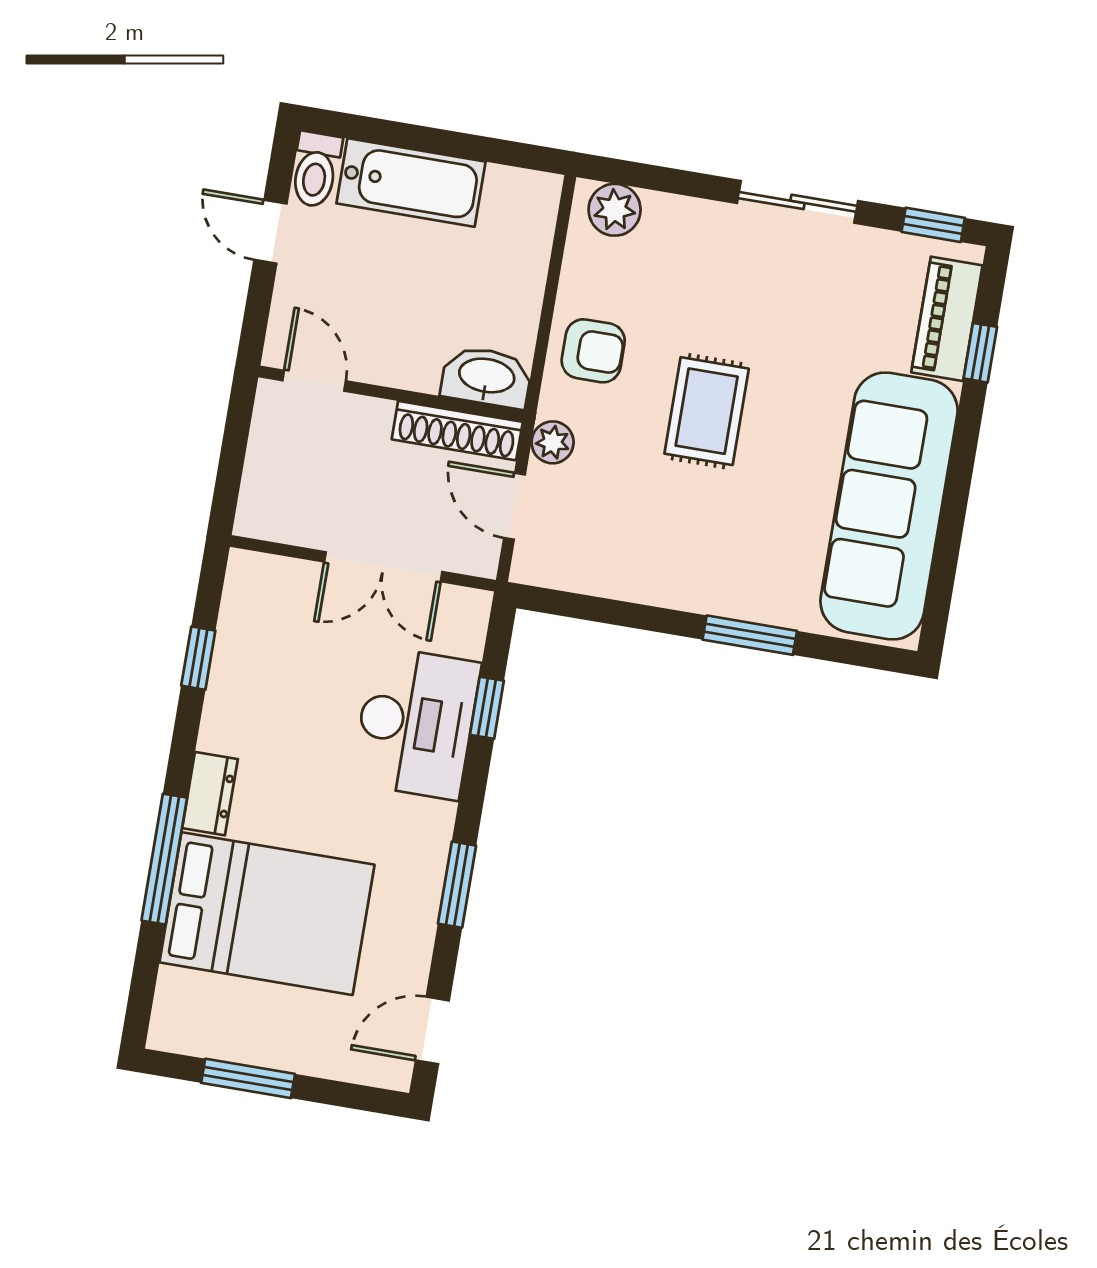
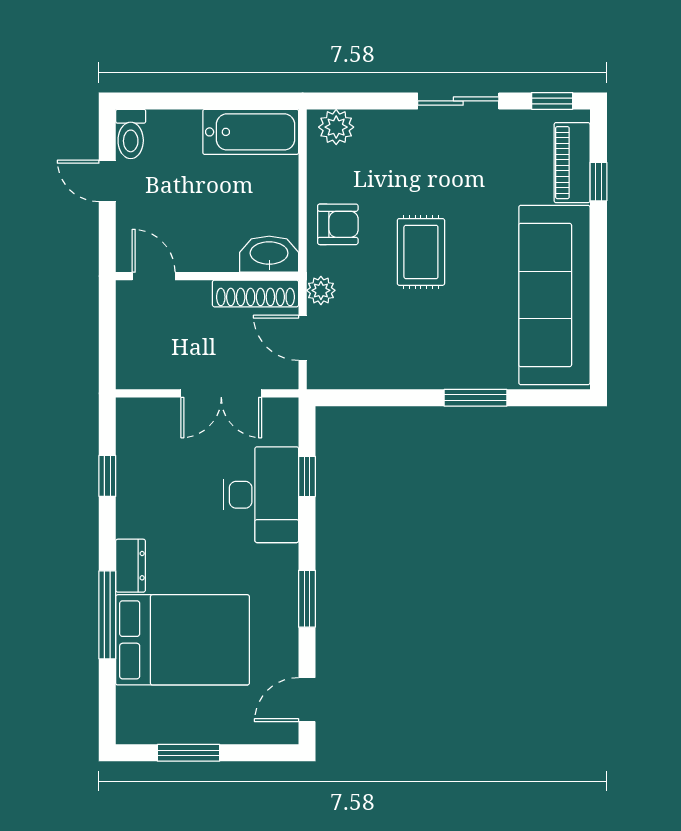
bathtub: (411, 183) -> (251, 132), moved

